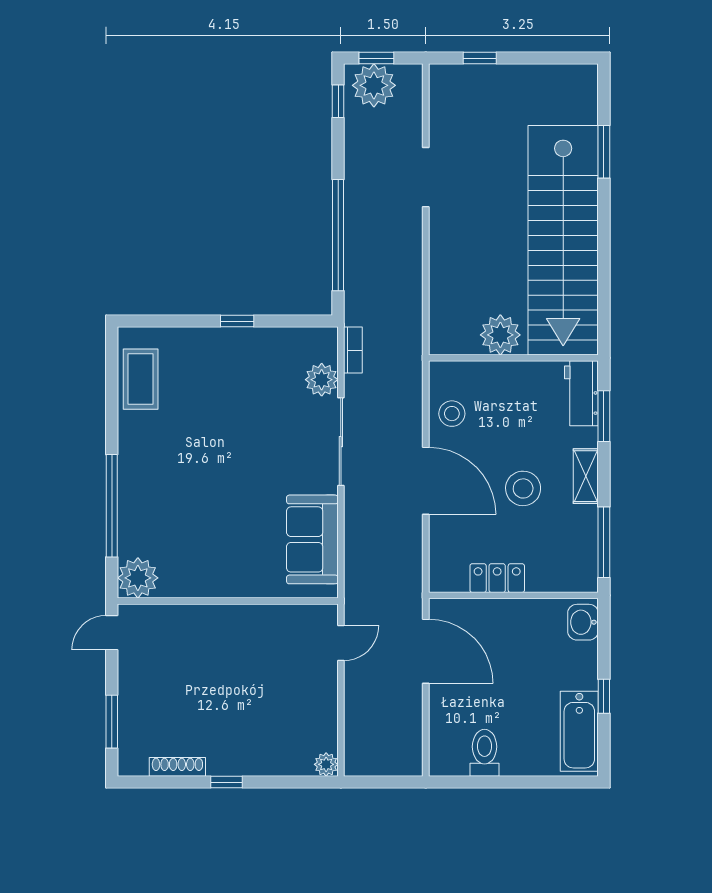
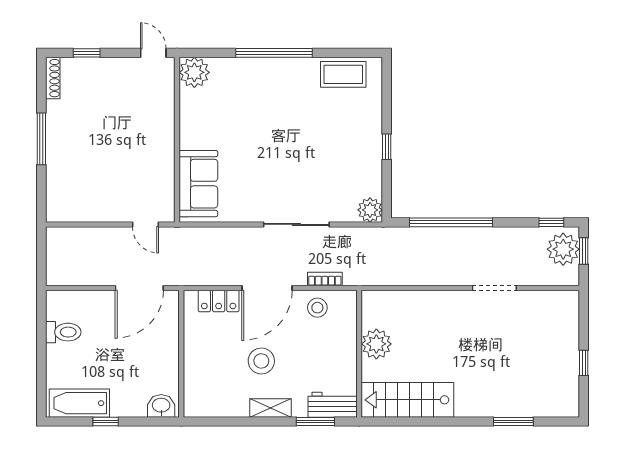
window: (480, 58) -> (584, 363), moved
stairs: (563, 240) -> (407, 400), width x0.54, depth x0.66
bookcase: (353, 350) -> (325, 279), moved, turned 180
plant: (322, 380) -> (370, 210), moved
window: (112, 506) -> (274, 53), moved
sofa: (312, 539) -> (198, 184), moved, turned 90
window: (604, 542) -> (221, 422), removed
locker: (497, 578) -> (219, 301), moved, turned 90
window: (112, 722) -> (87, 53), width x0.67
plant: (326, 764) -> (55, 213), removed
shoe rack: (177, 767) -> (53, 78), moved
window: (227, 782) -> (41, 139), width x2.17

